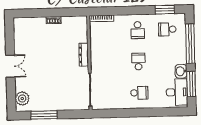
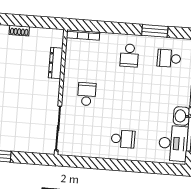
window: (165, 10) -> (155, 31), moved
dresser: (84, 55) -> (56, 63), moved
school desk: (138, 61) -> (87, 94), moved

